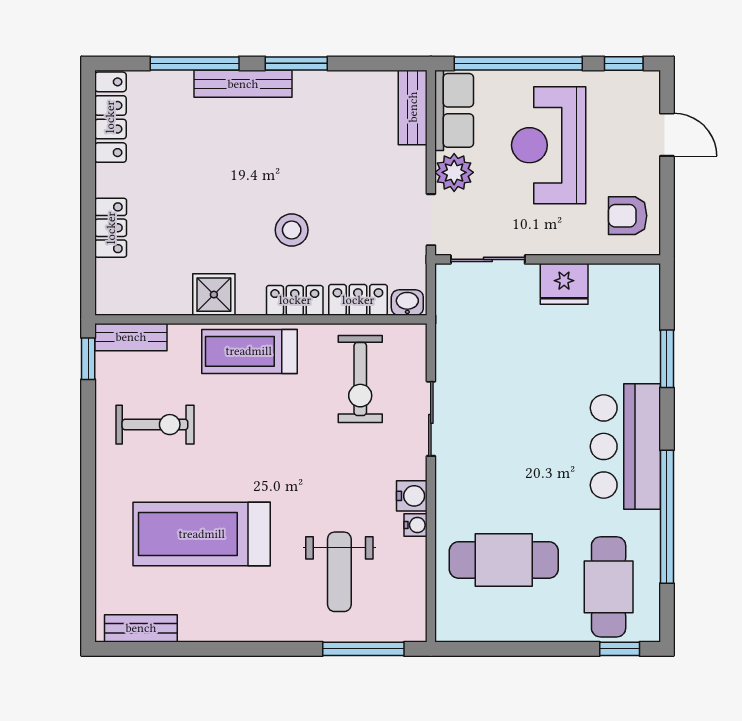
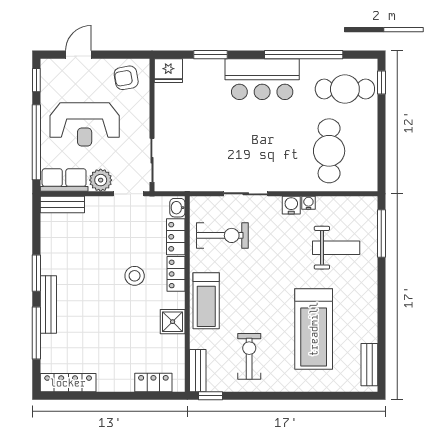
armchair: (628, 216) -> (126, 78), turned 80
locker: (111, 228) -> (153, 383), moved
fridge: (564, 284) -> (168, 71), moved, turned 90

